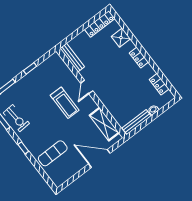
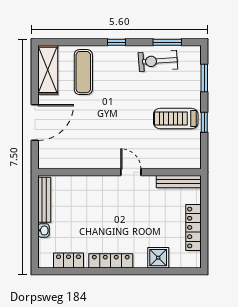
locker: (100, 24) -> (193, 227), moved
locker: (139, 58) -> (111, 261), width x1.53
treadmill: (65, 103) -> (176, 119), moved
shelving: (104, 124) -> (48, 70), moved, turned 90

